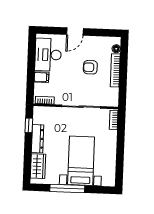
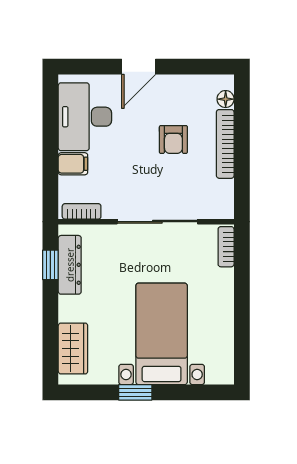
armchair: (90, 67) -> (173, 140), turned -90
dresser: (38, 139) -> (70, 265), moved
window: (67, 188) -> (135, 392), width x0.46

